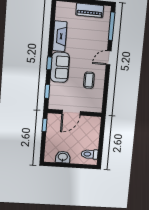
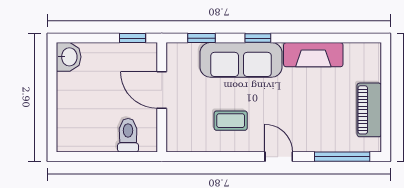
sofa: (60, 67) -> (241, 60), width x1.36
toilet: (90, 154) -> (128, 135), moved
washbasin: (63, 157) -> (69, 57), moved

